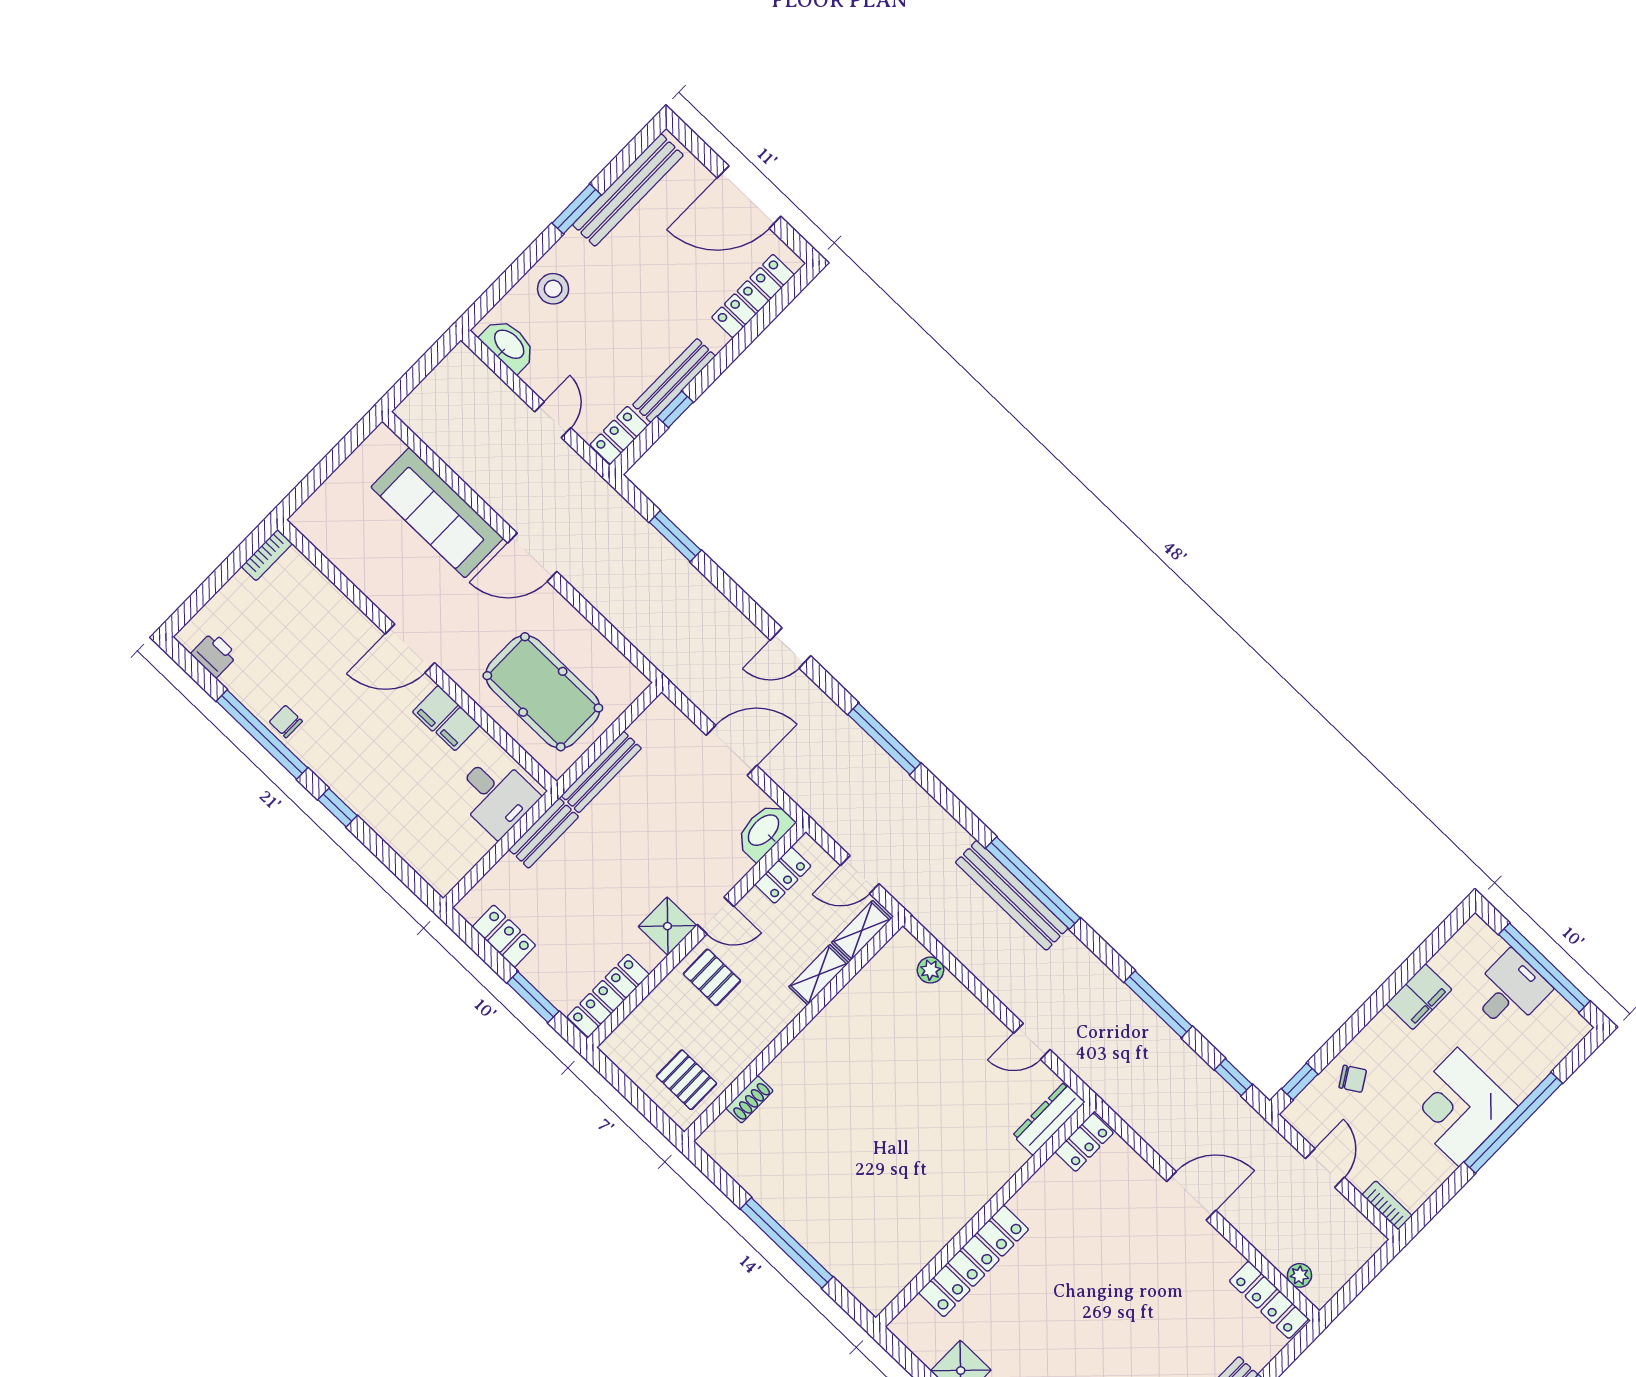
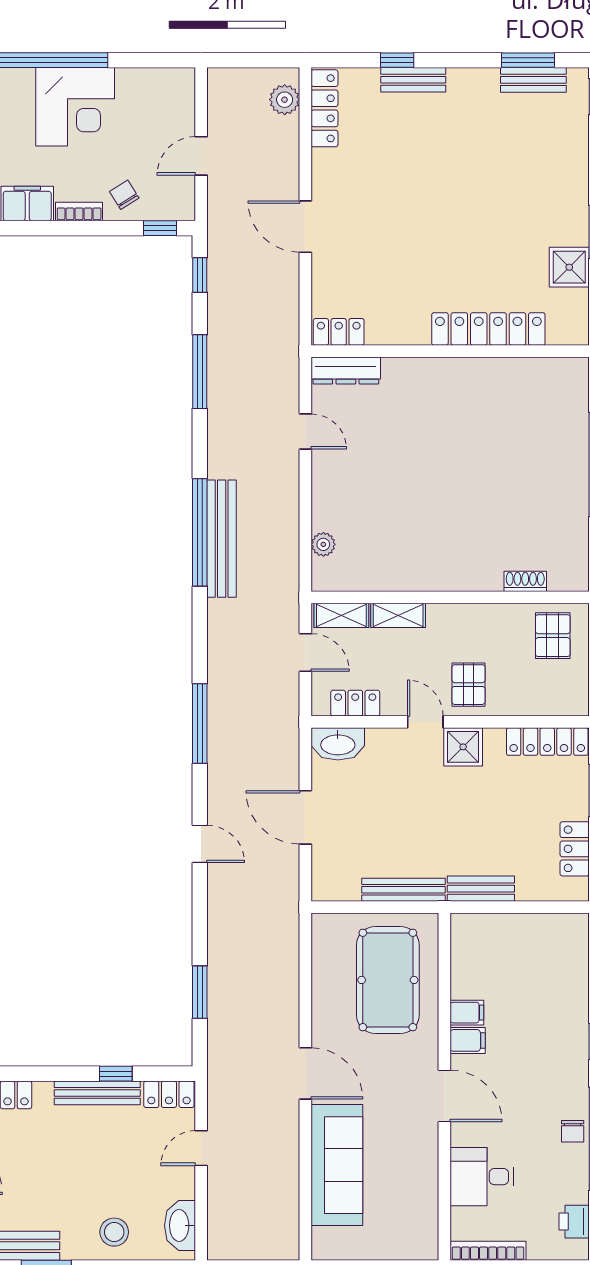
bookcase: (267, 555) -> (488, 1251), width x1.56
desk: (496, 795) -> (482, 1177), moved, turned -90
bookcase: (1387, 1205) -> (79, 212), moved, turned 90
plant: (1299, 1275) -> (285, 100), width x1.38, depth x1.38

